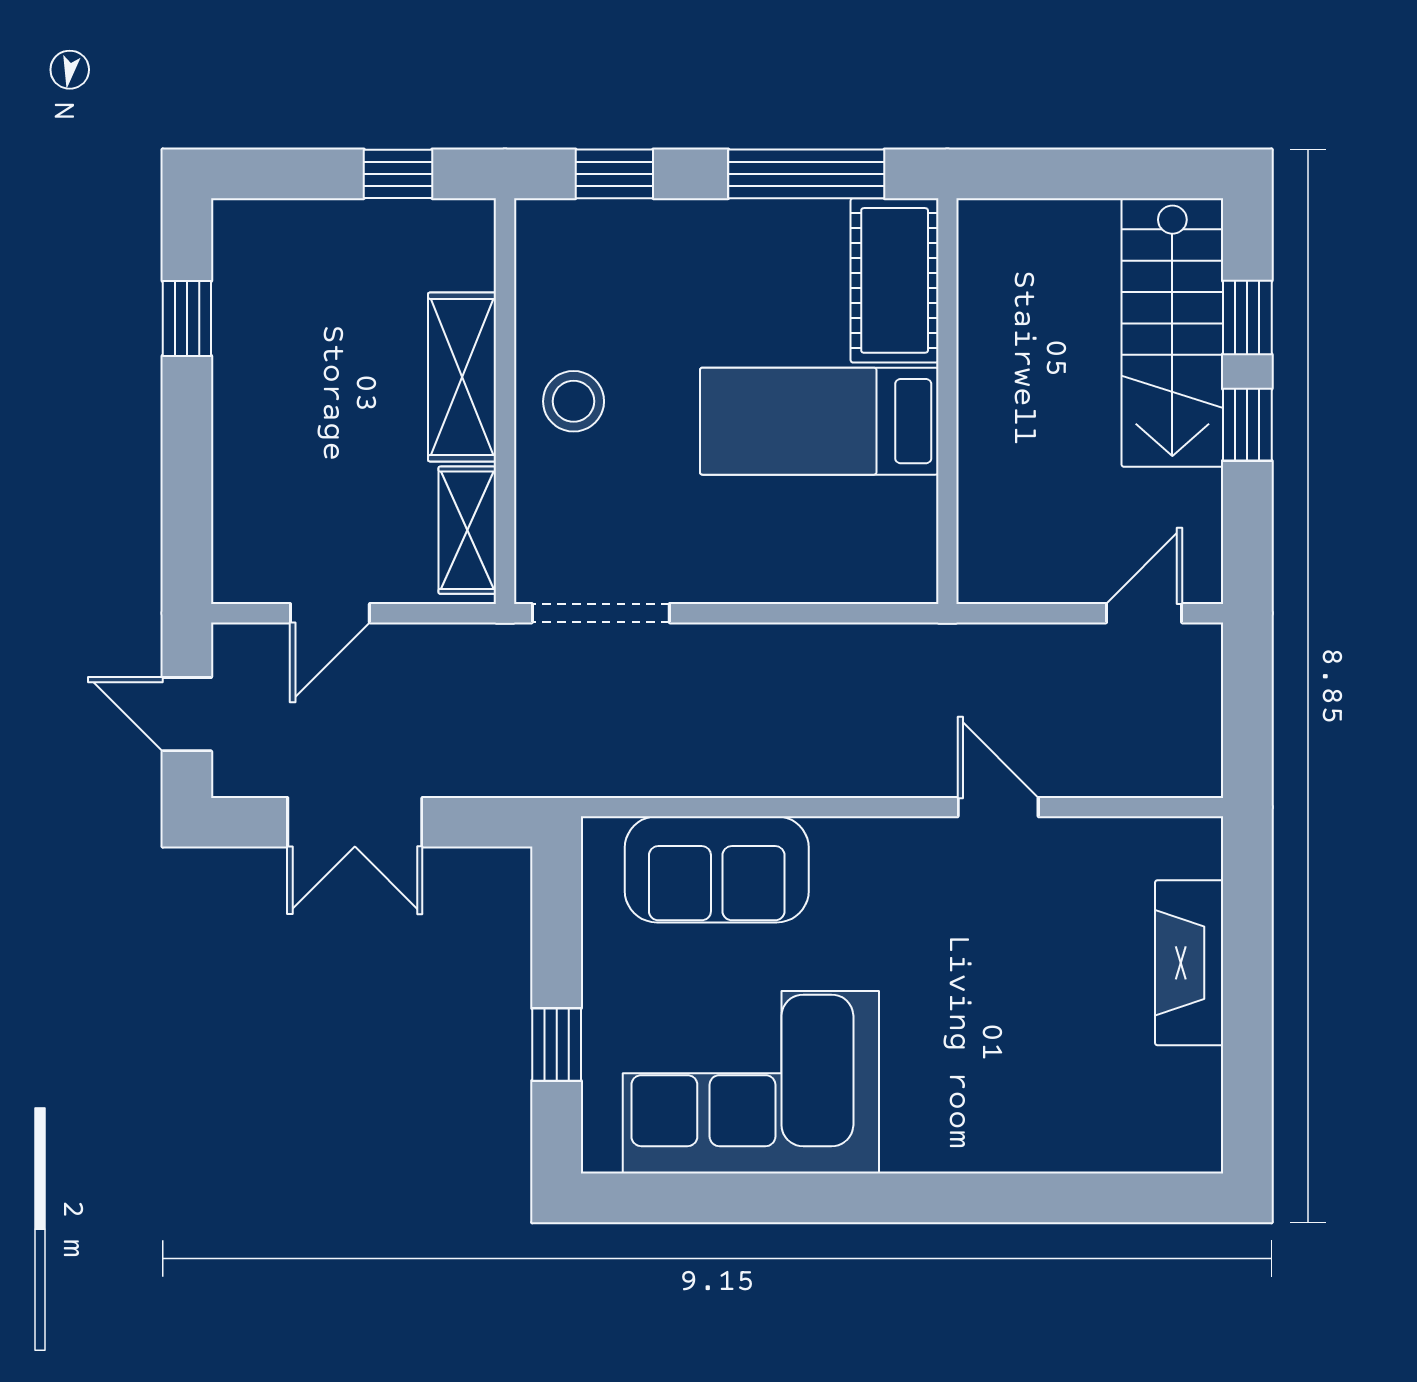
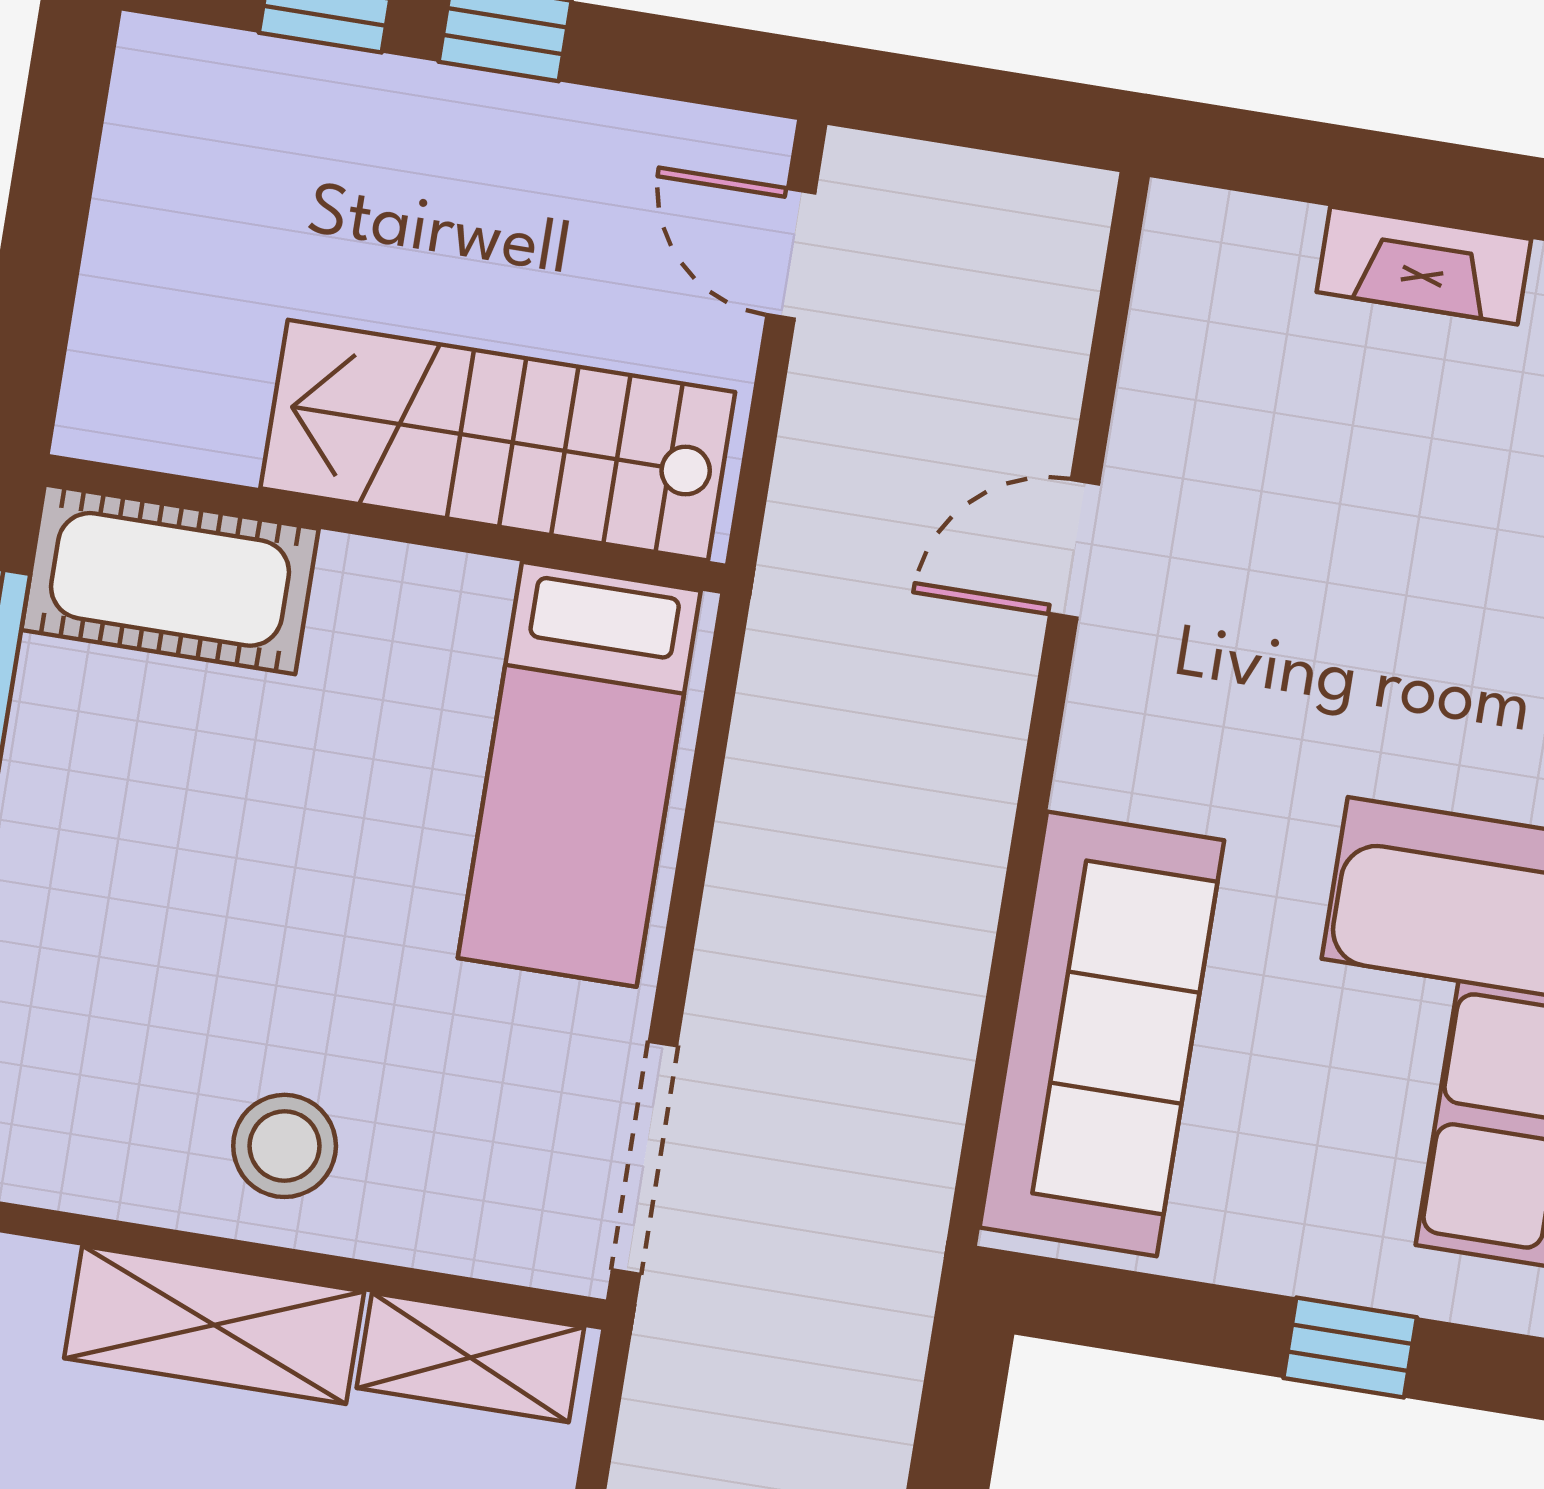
stairs: (1172, 333) -> (498, 440), moved, turned 180
bed: (819, 421) -> (579, 774), moved
sofa: (717, 869) -> (1102, 1034), width x1.36
fireplace: (1189, 963) -> (1424, 265), width x0.73, depth x0.76

